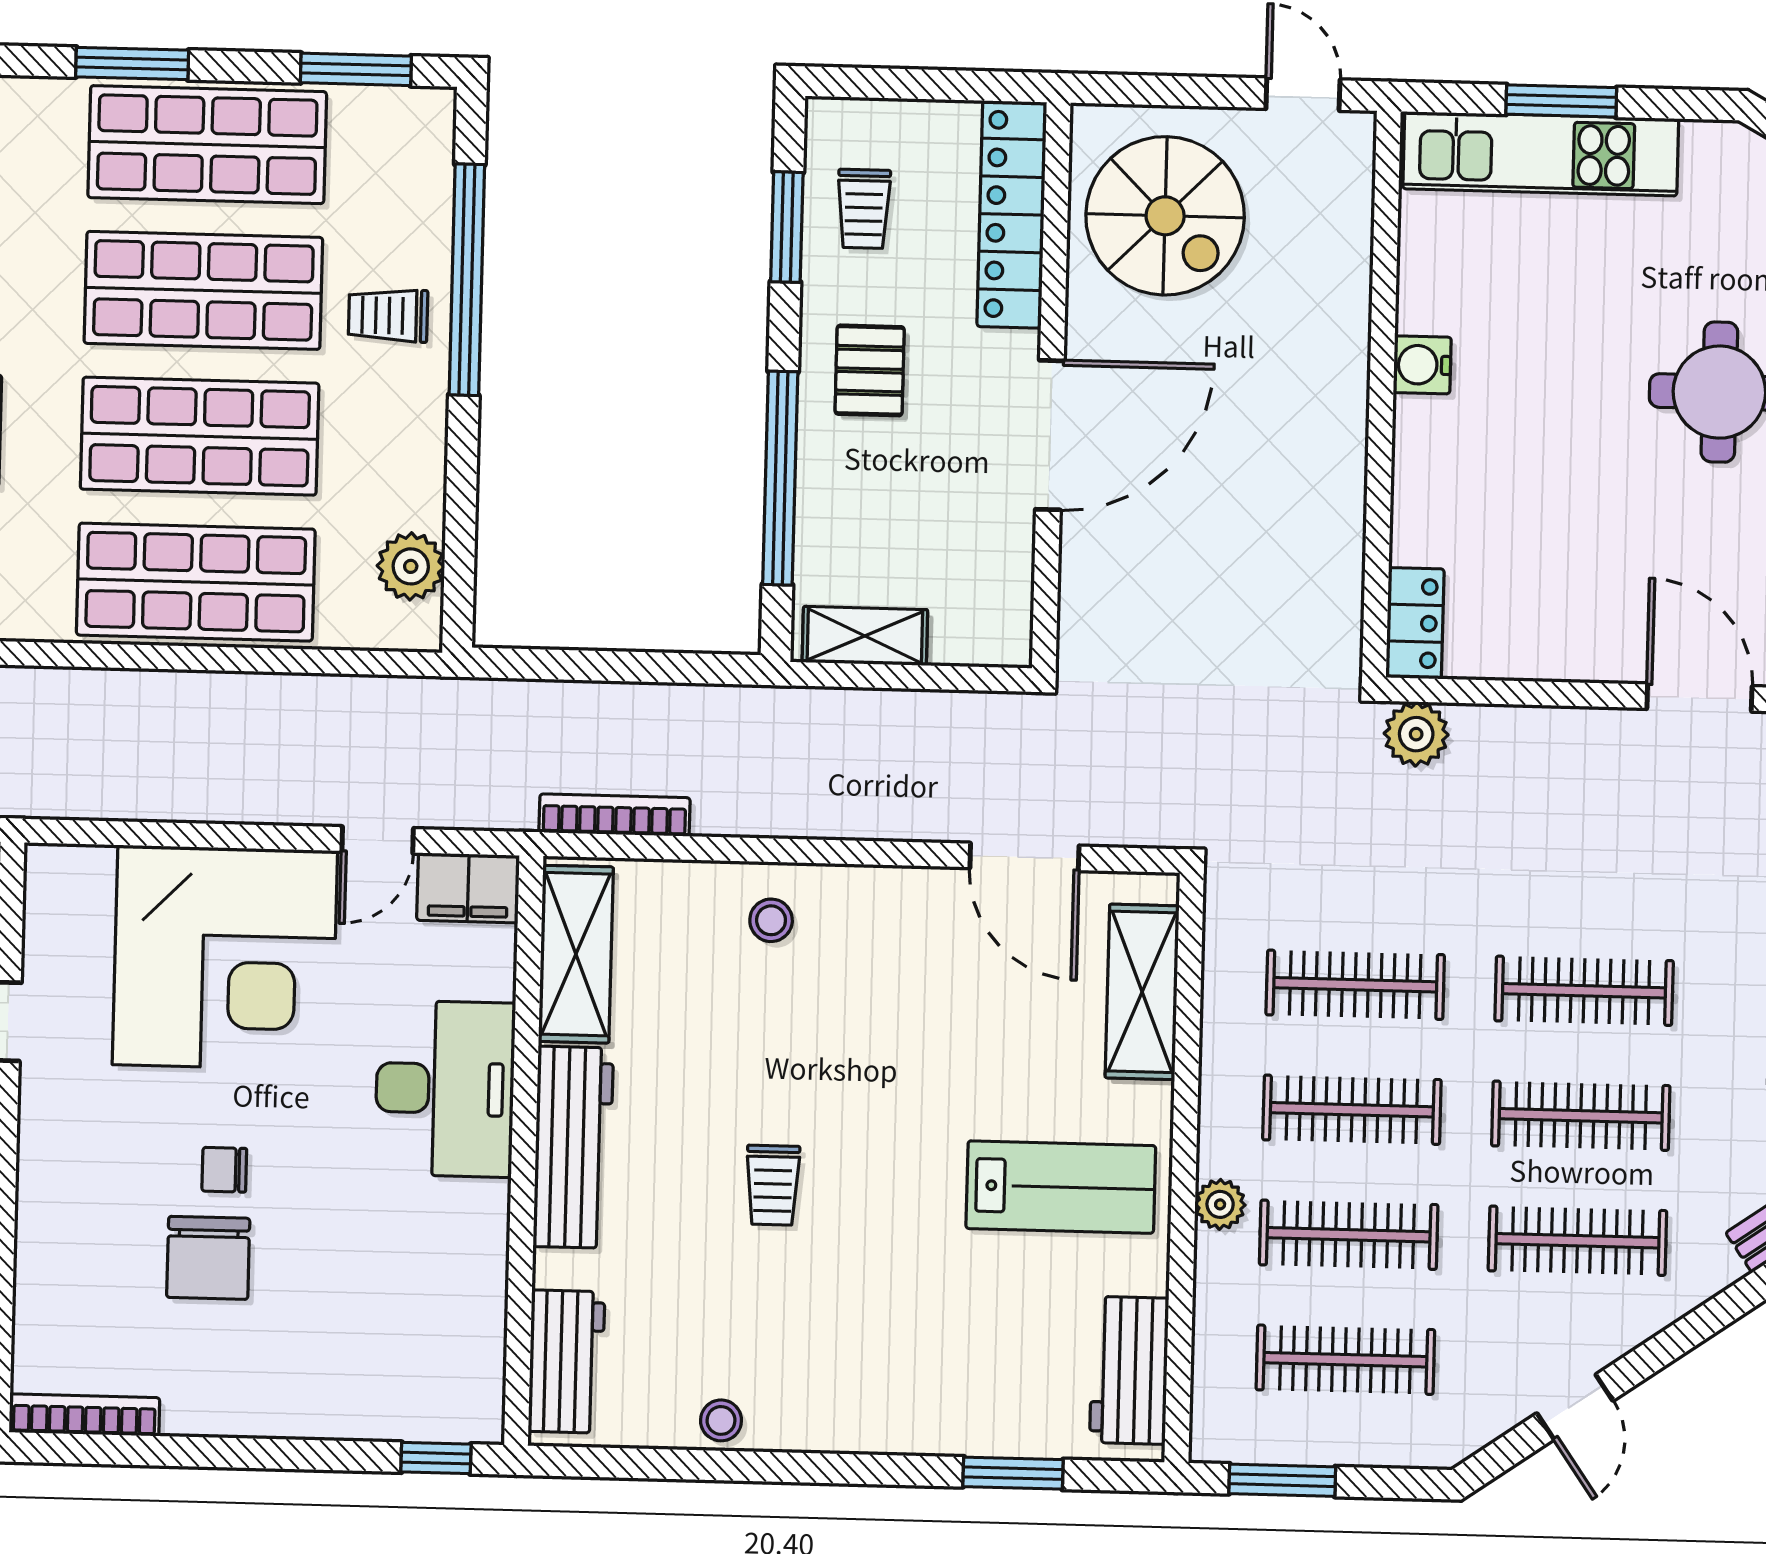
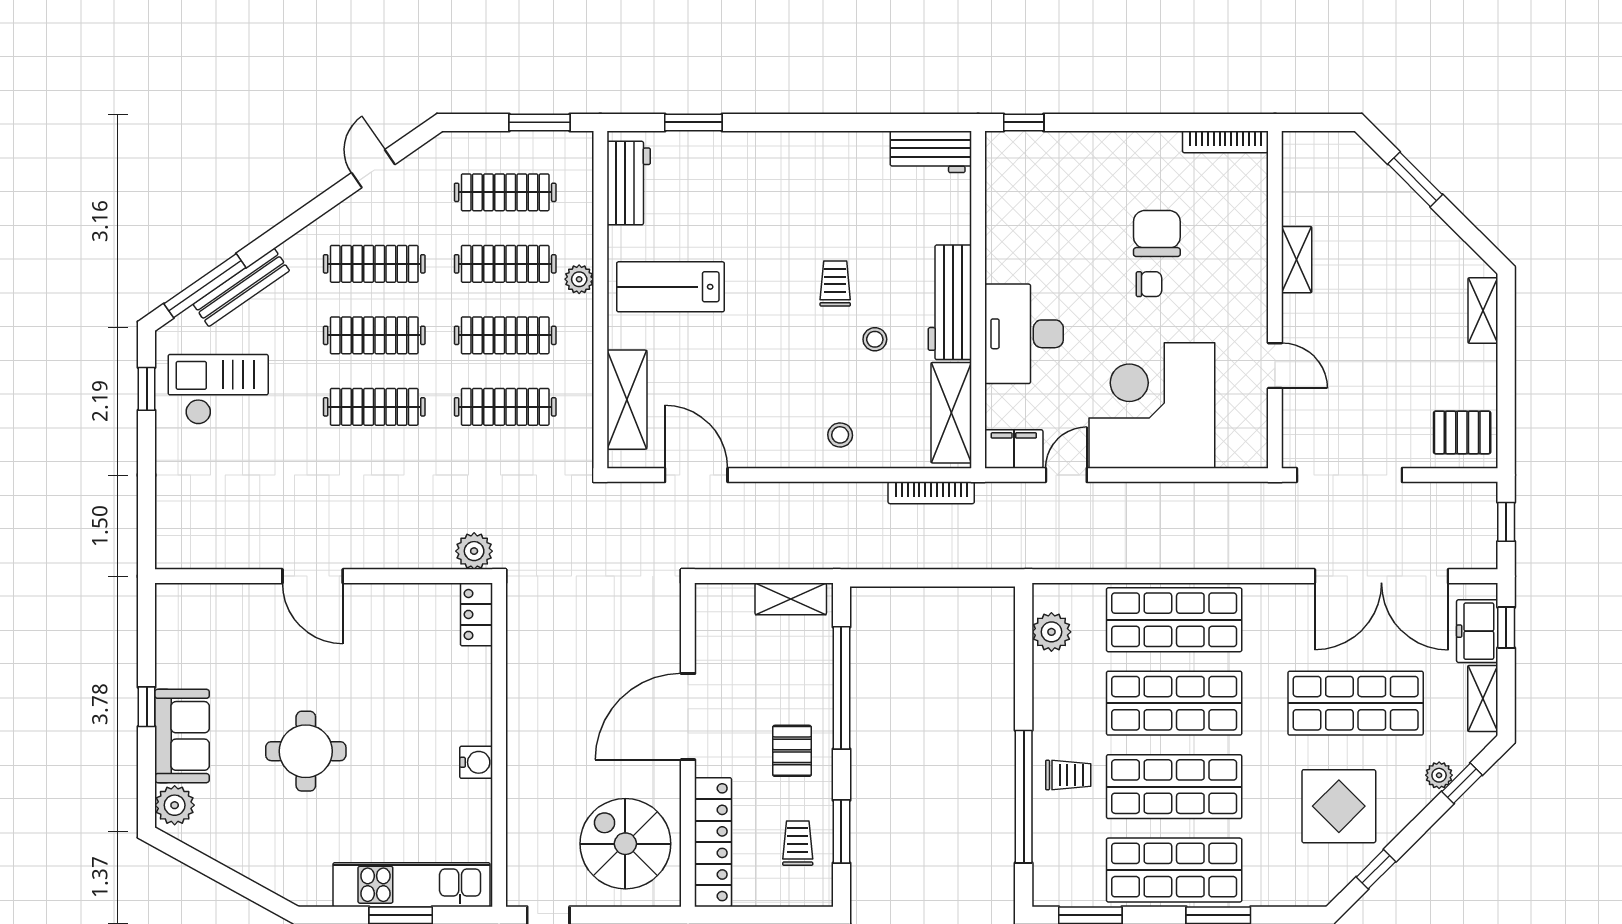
workbench: (567, 1362) -> (931, 152), moved, turned -90
stool: (721, 1420) -> (875, 339), moved

